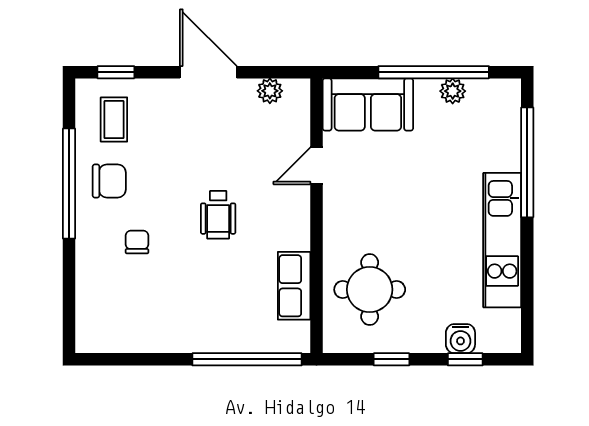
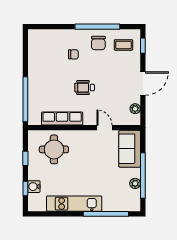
row of seats: (294, 286) -> (62, 119), width x1.48

